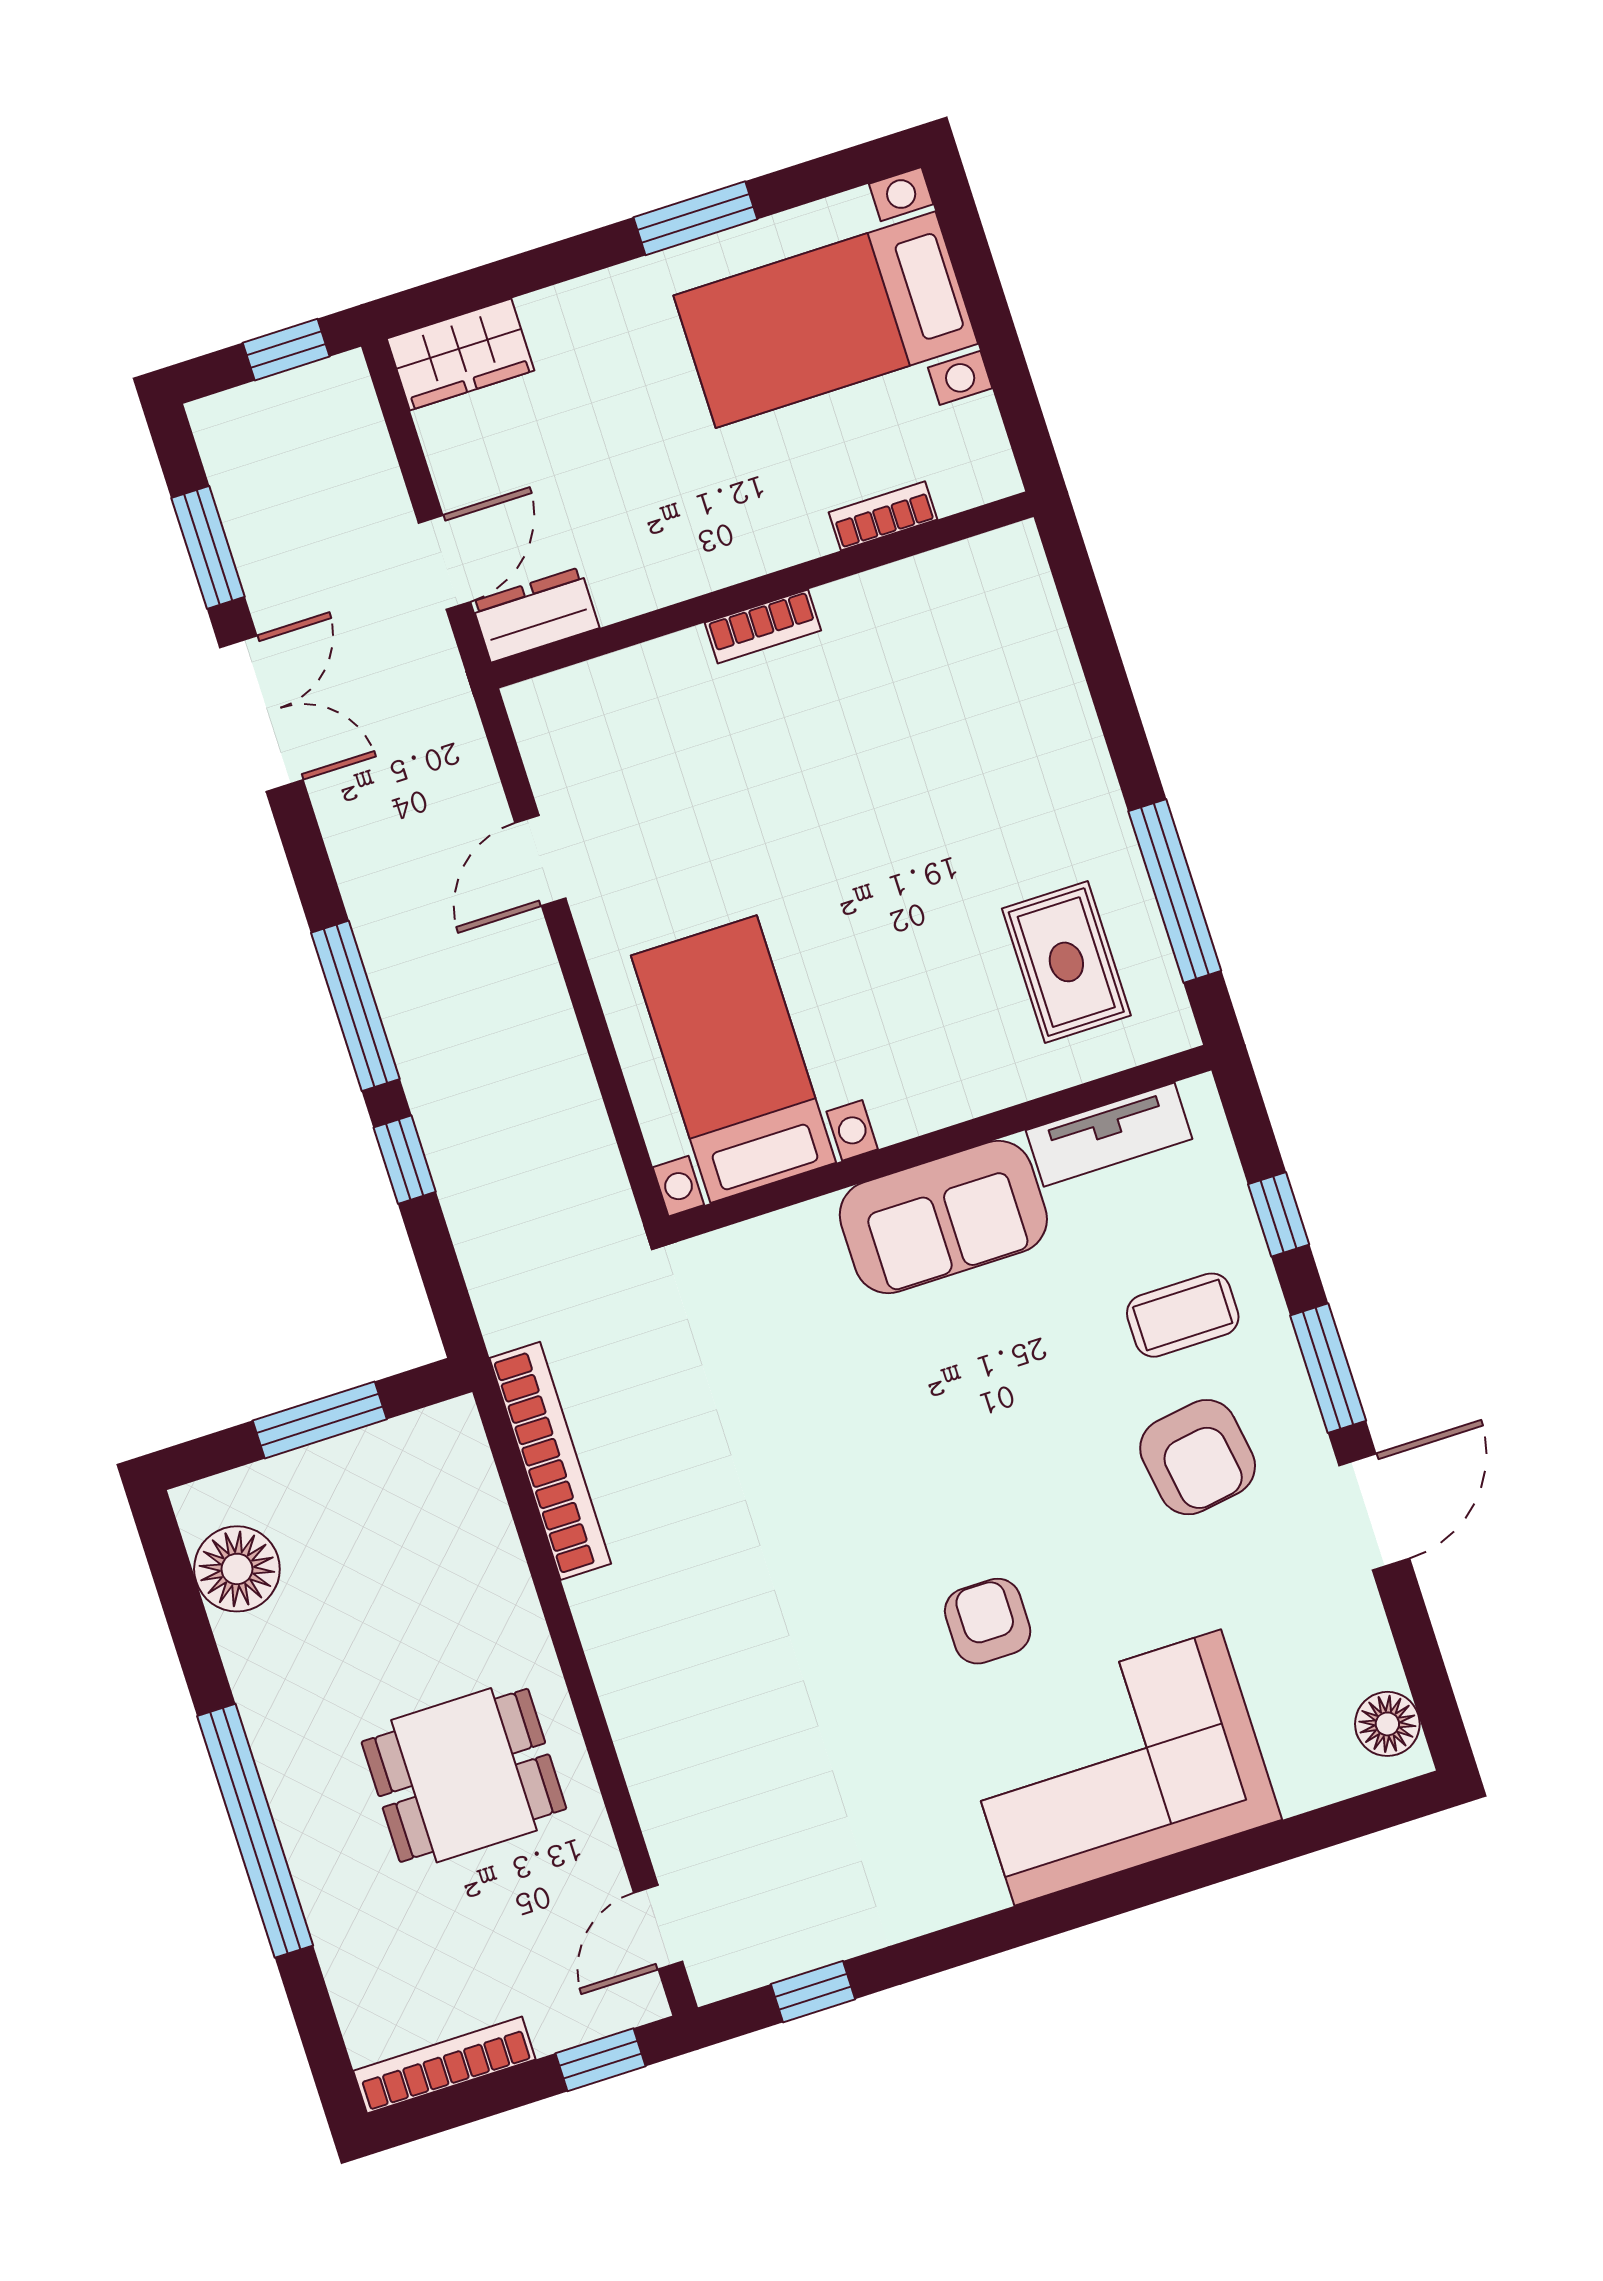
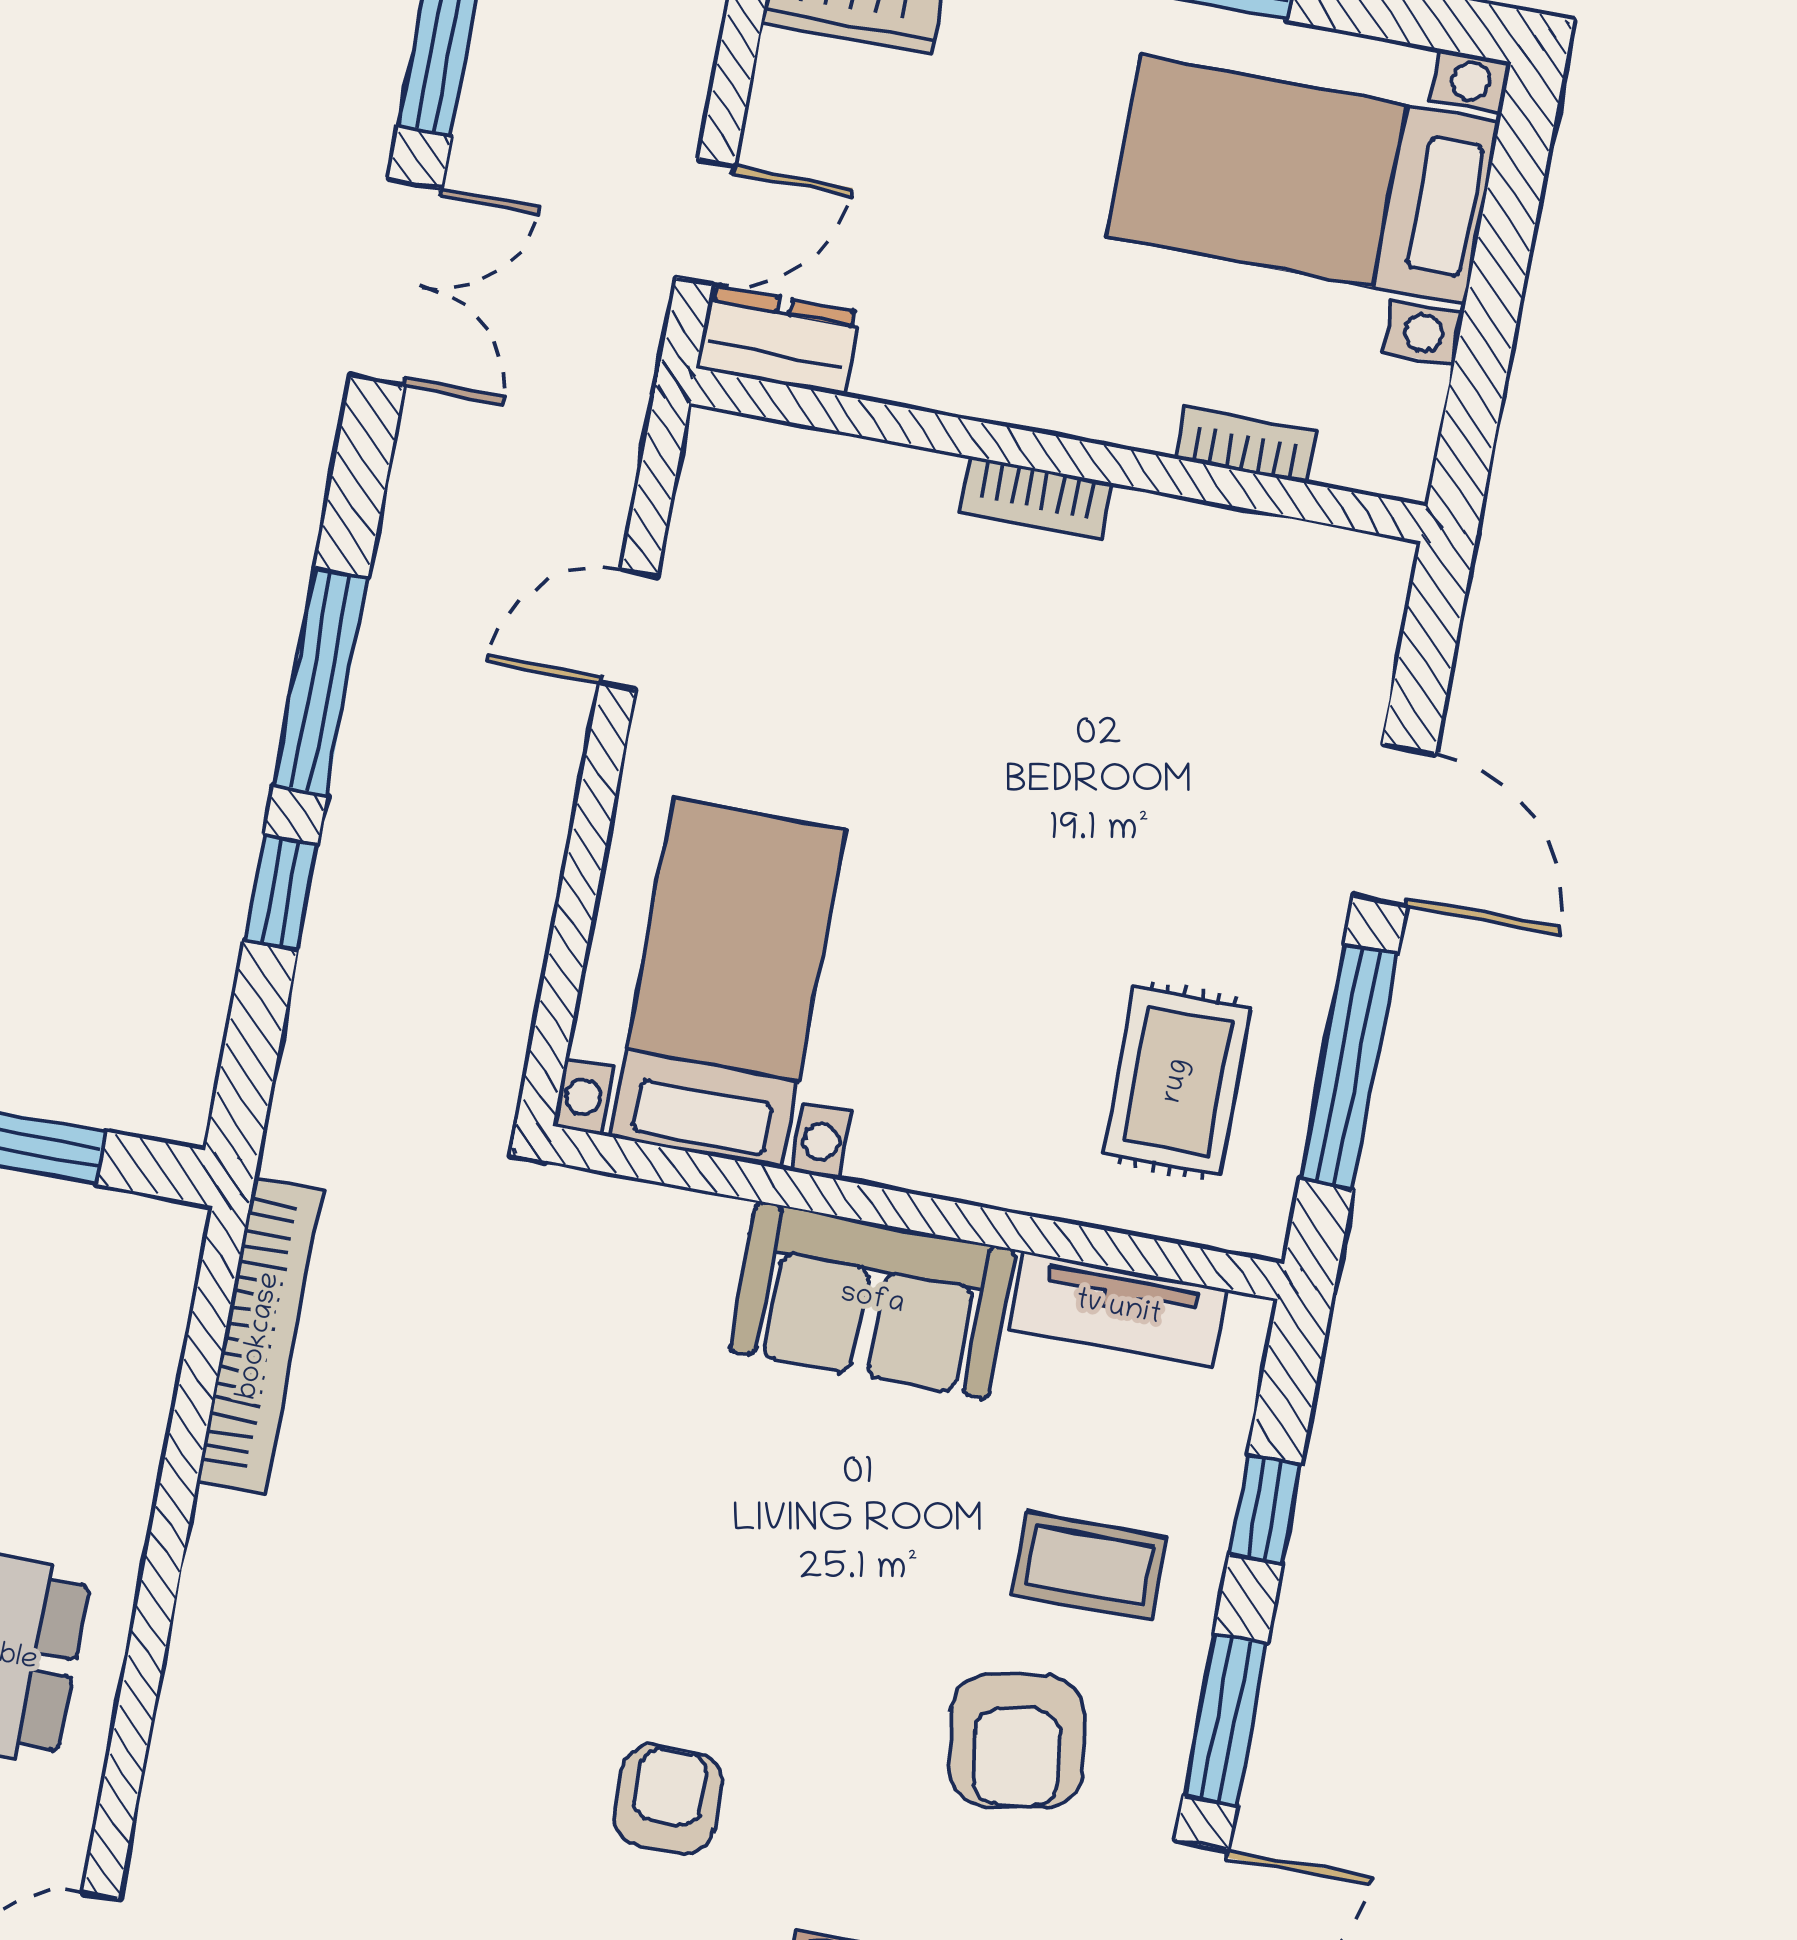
door: (1118, 714) -> (1394, 825), added

